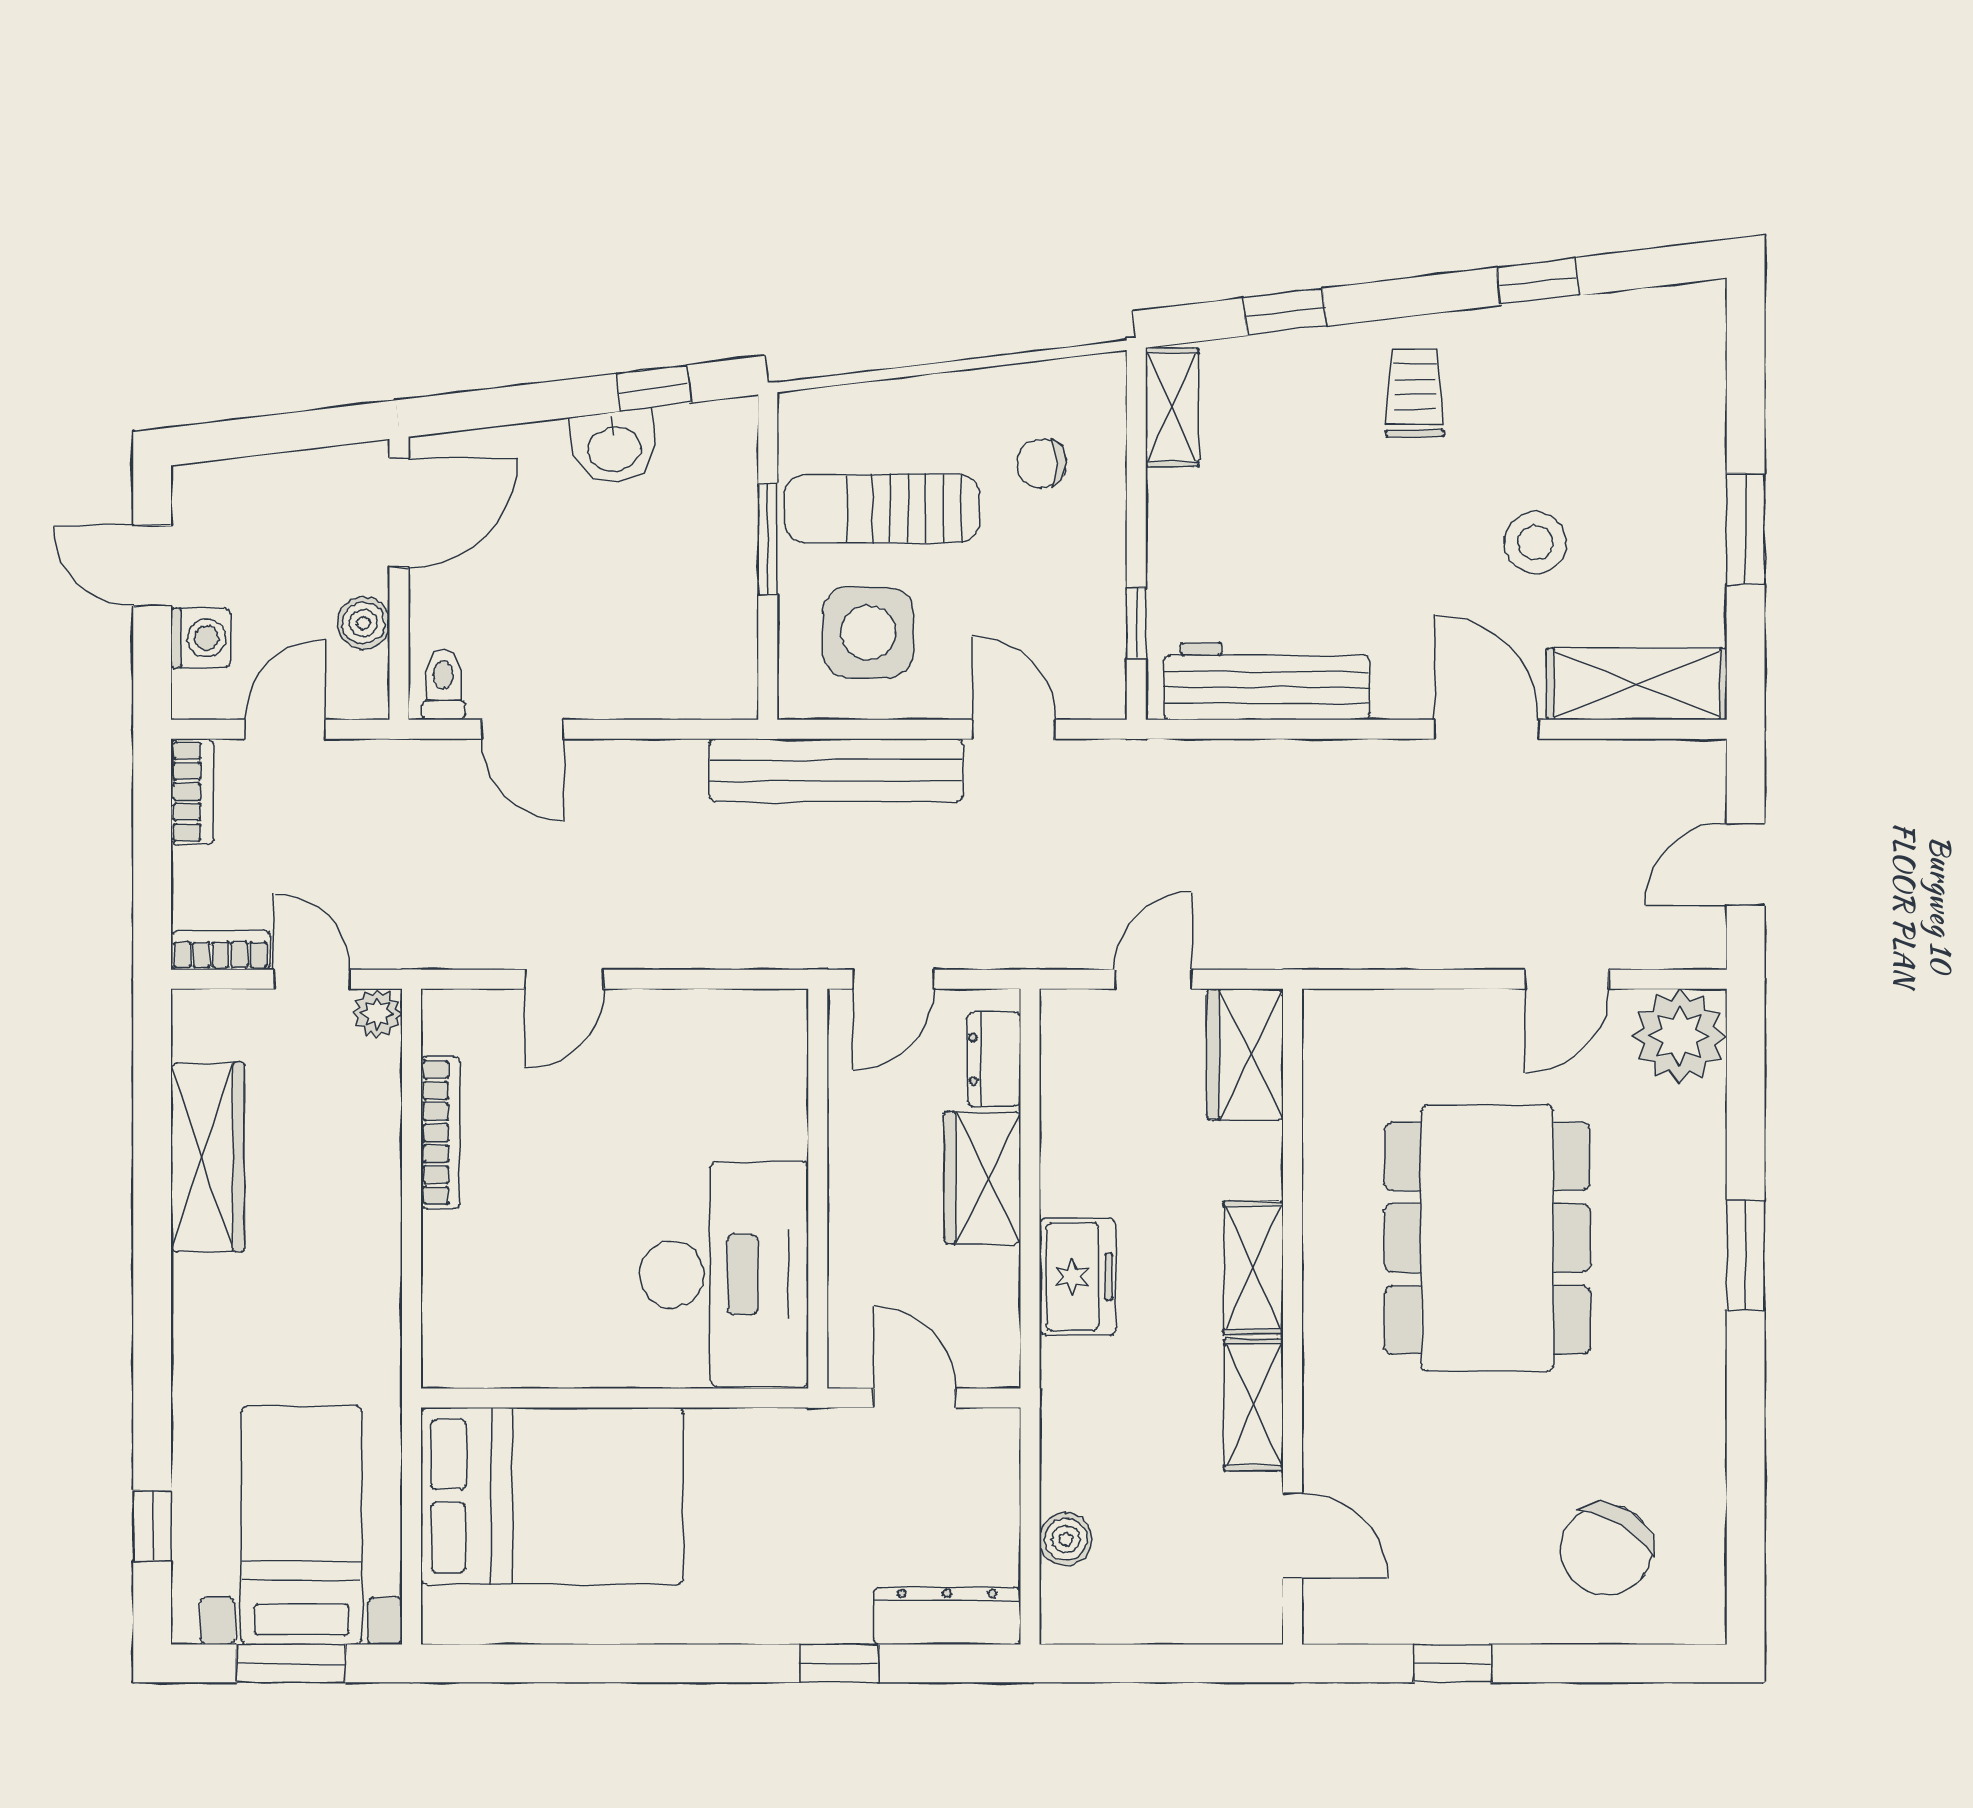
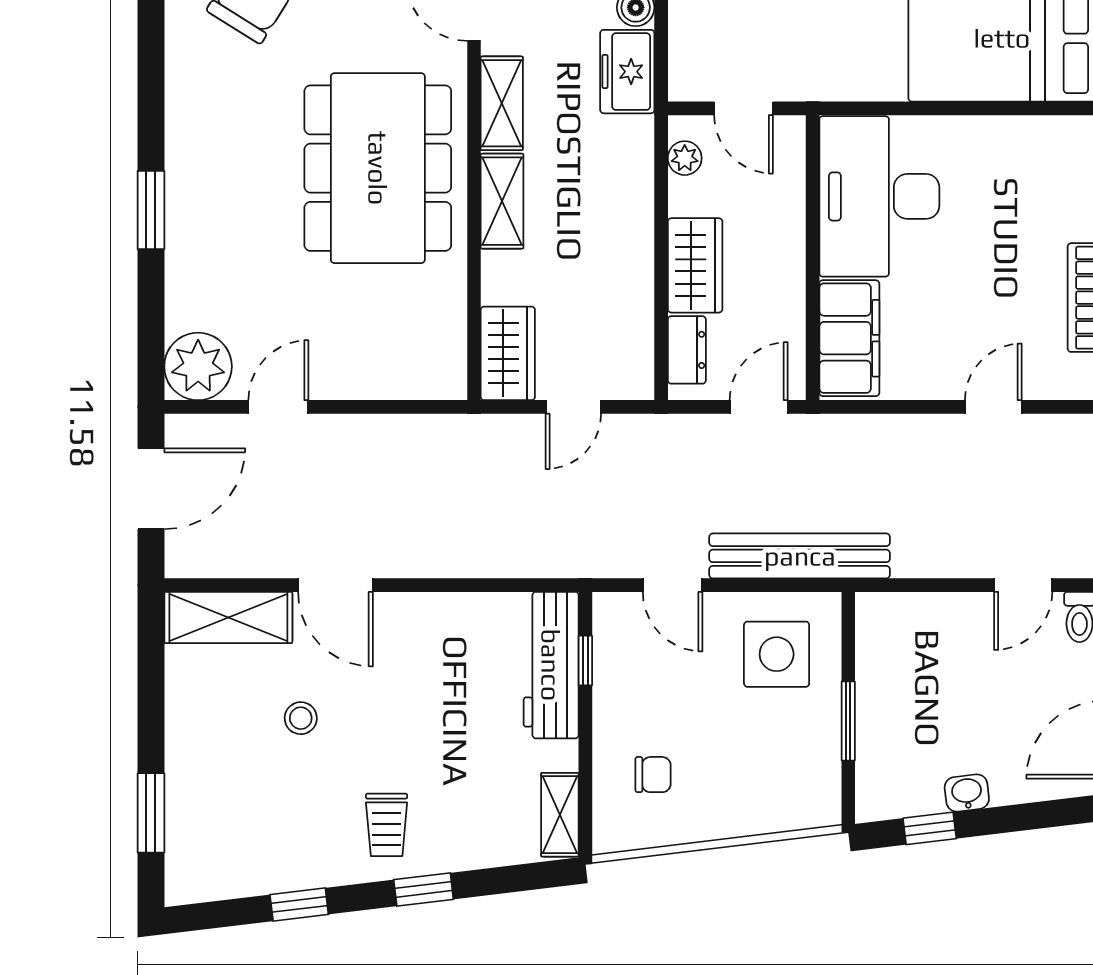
window: (1285, 312) -> (424, 889), moved
washbasin: (614, 447) -> (967, 793), width x0.72, depth x0.69
sun lounger: (882, 509) -> (767, 743), removed
window: (1746, 529) -> (151, 813), moved
stool: (1535, 543) -> (301, 718), width x0.73, depth x0.73
workbench: (1267, 681) -> (551, 665), moved, turned 90
door: (522, 729) -> (1023, 585), swing flipped
door: (1746, 864) -> (151, 489), width x1.38
filing cabinet: (766, 1076) -> (849, 338), added
dining table: (1487, 1238) -> (378, 168), moved
freezer: (1078, 1277) -> (627, 72), moved
plant: (997, 1328) -> (685, 158), added

